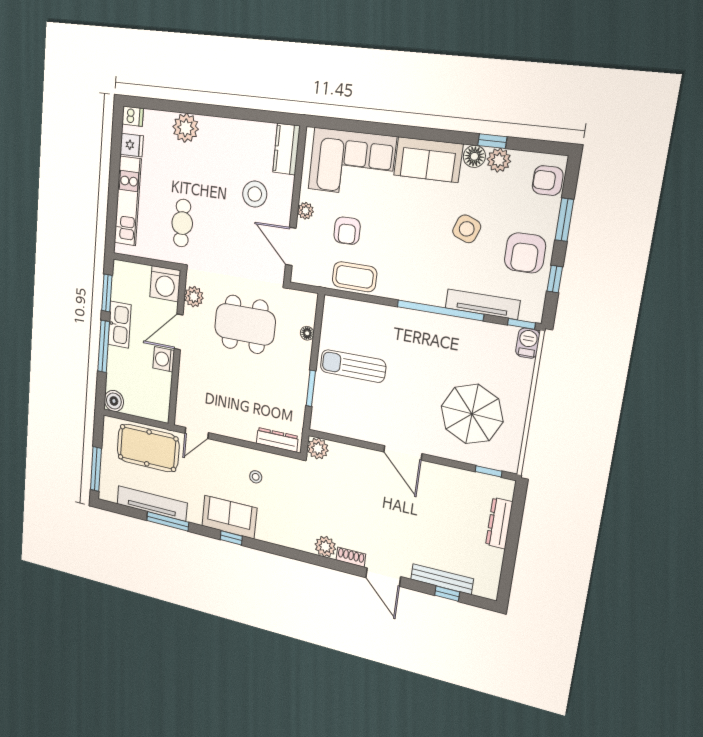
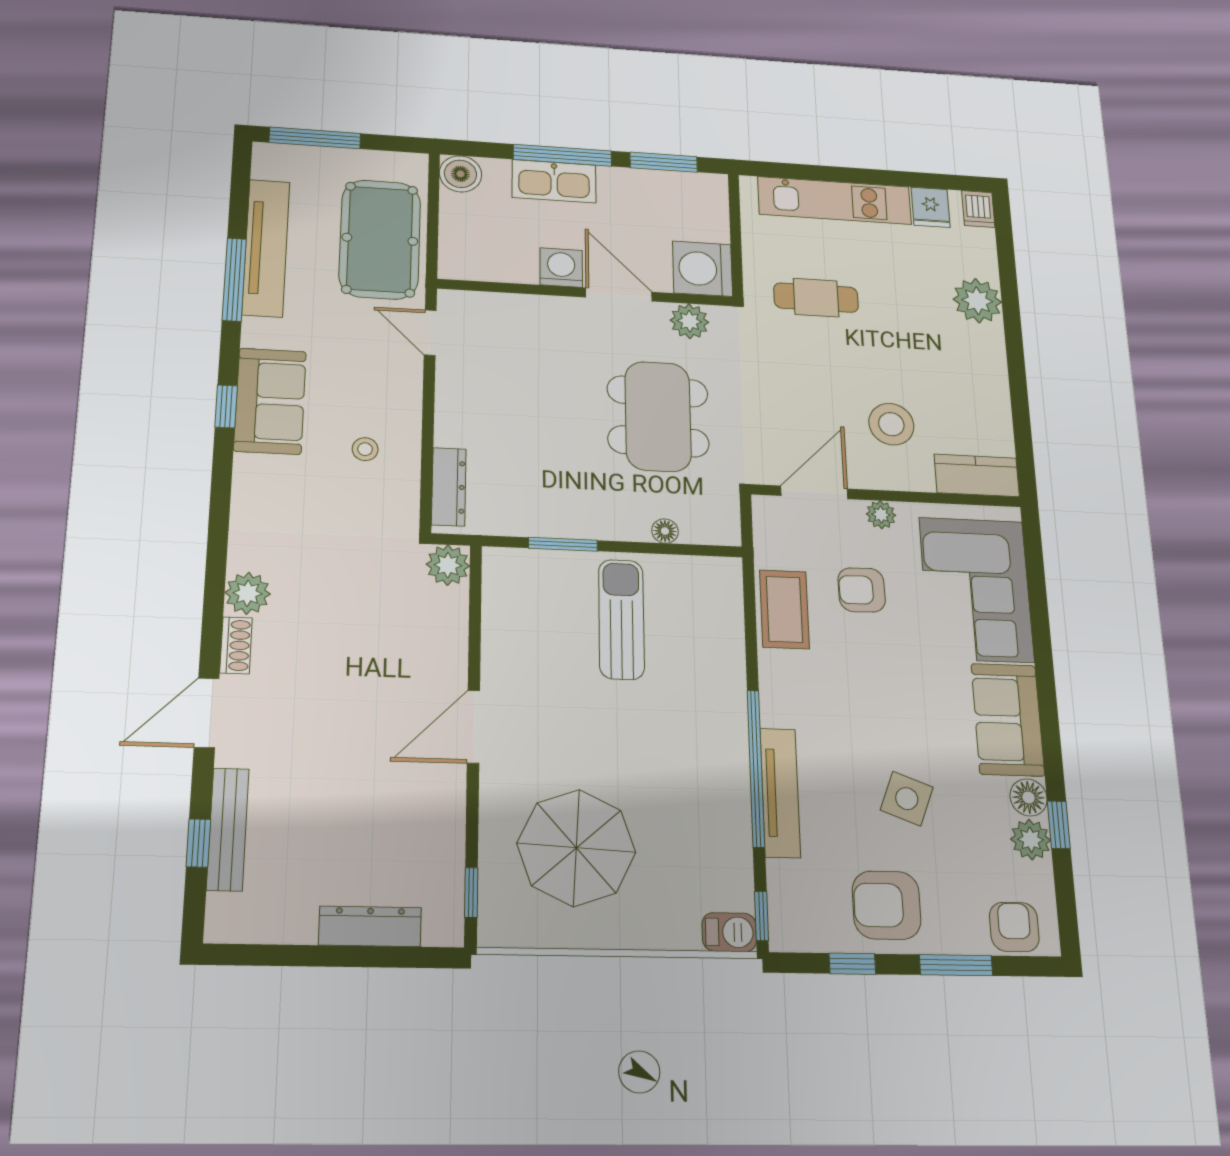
tv unit: (482, 304) -> (780, 793), moved
kitchen sink: (119, 325) -> (554, 181), moved

